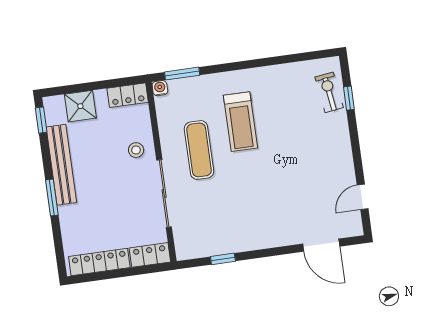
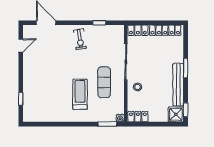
exercise bike: (329, 92) -> (80, 39), moved
shower: (80, 106) -> (176, 114), moved

